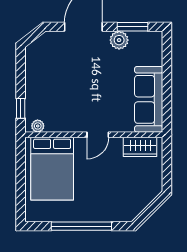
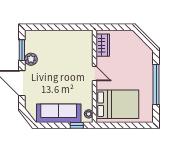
sofa: (149, 99) -> (59, 113), moved, turned 180

